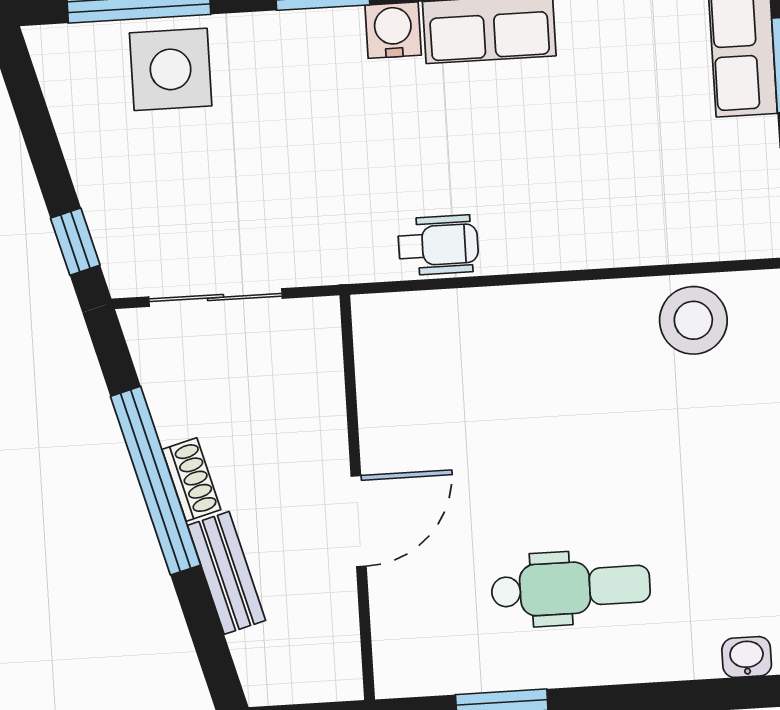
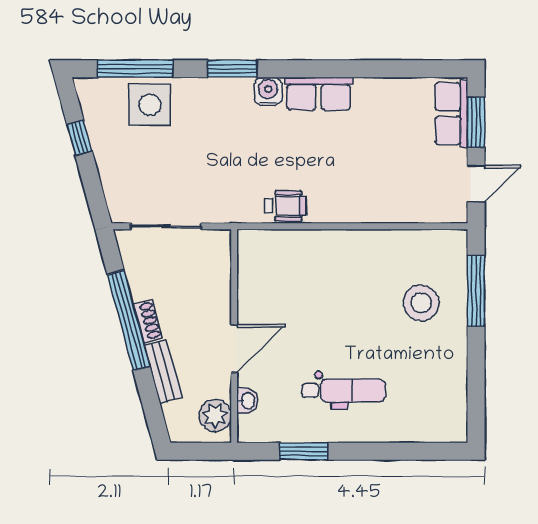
window: (75, 242) -> (79, 138), moved
stool: (693, 320) -> (421, 303), moved
plant: (330, 650) -> (215, 415), added
washbasin: (747, 657) -> (247, 401), moved, turned 90

